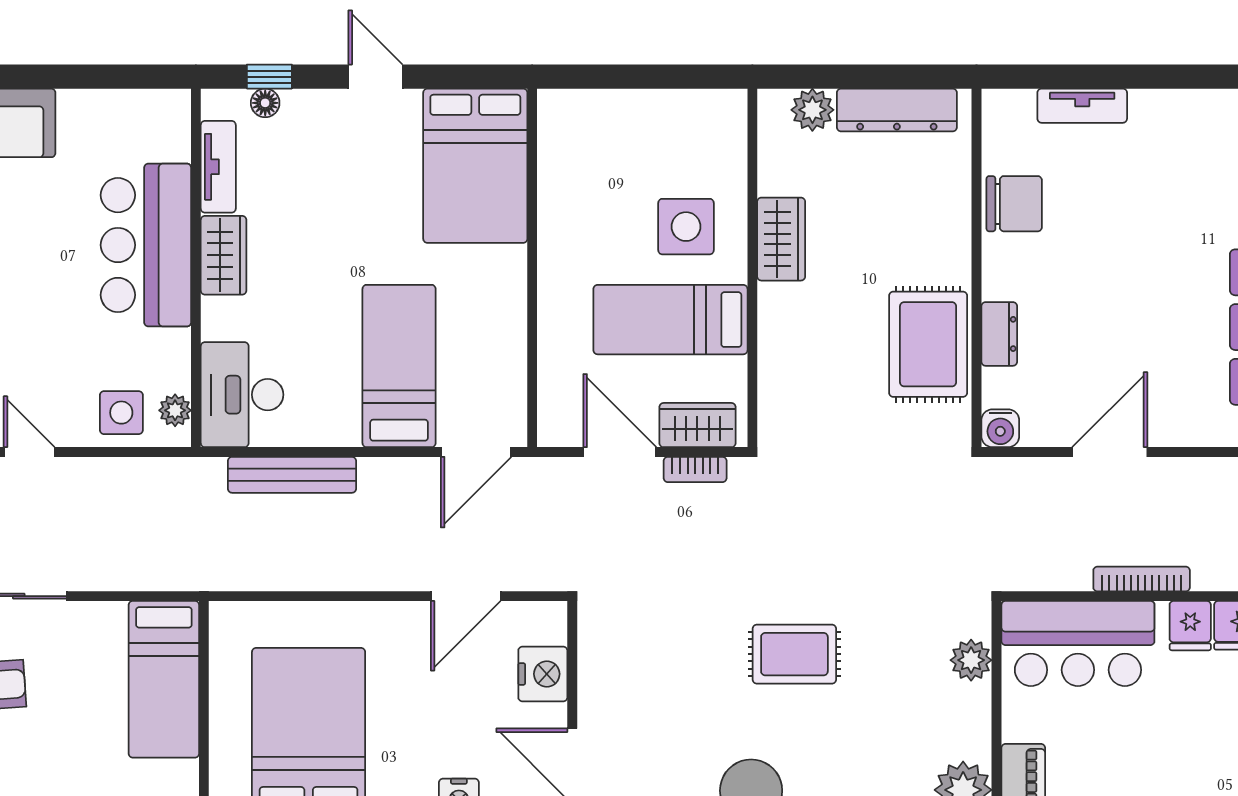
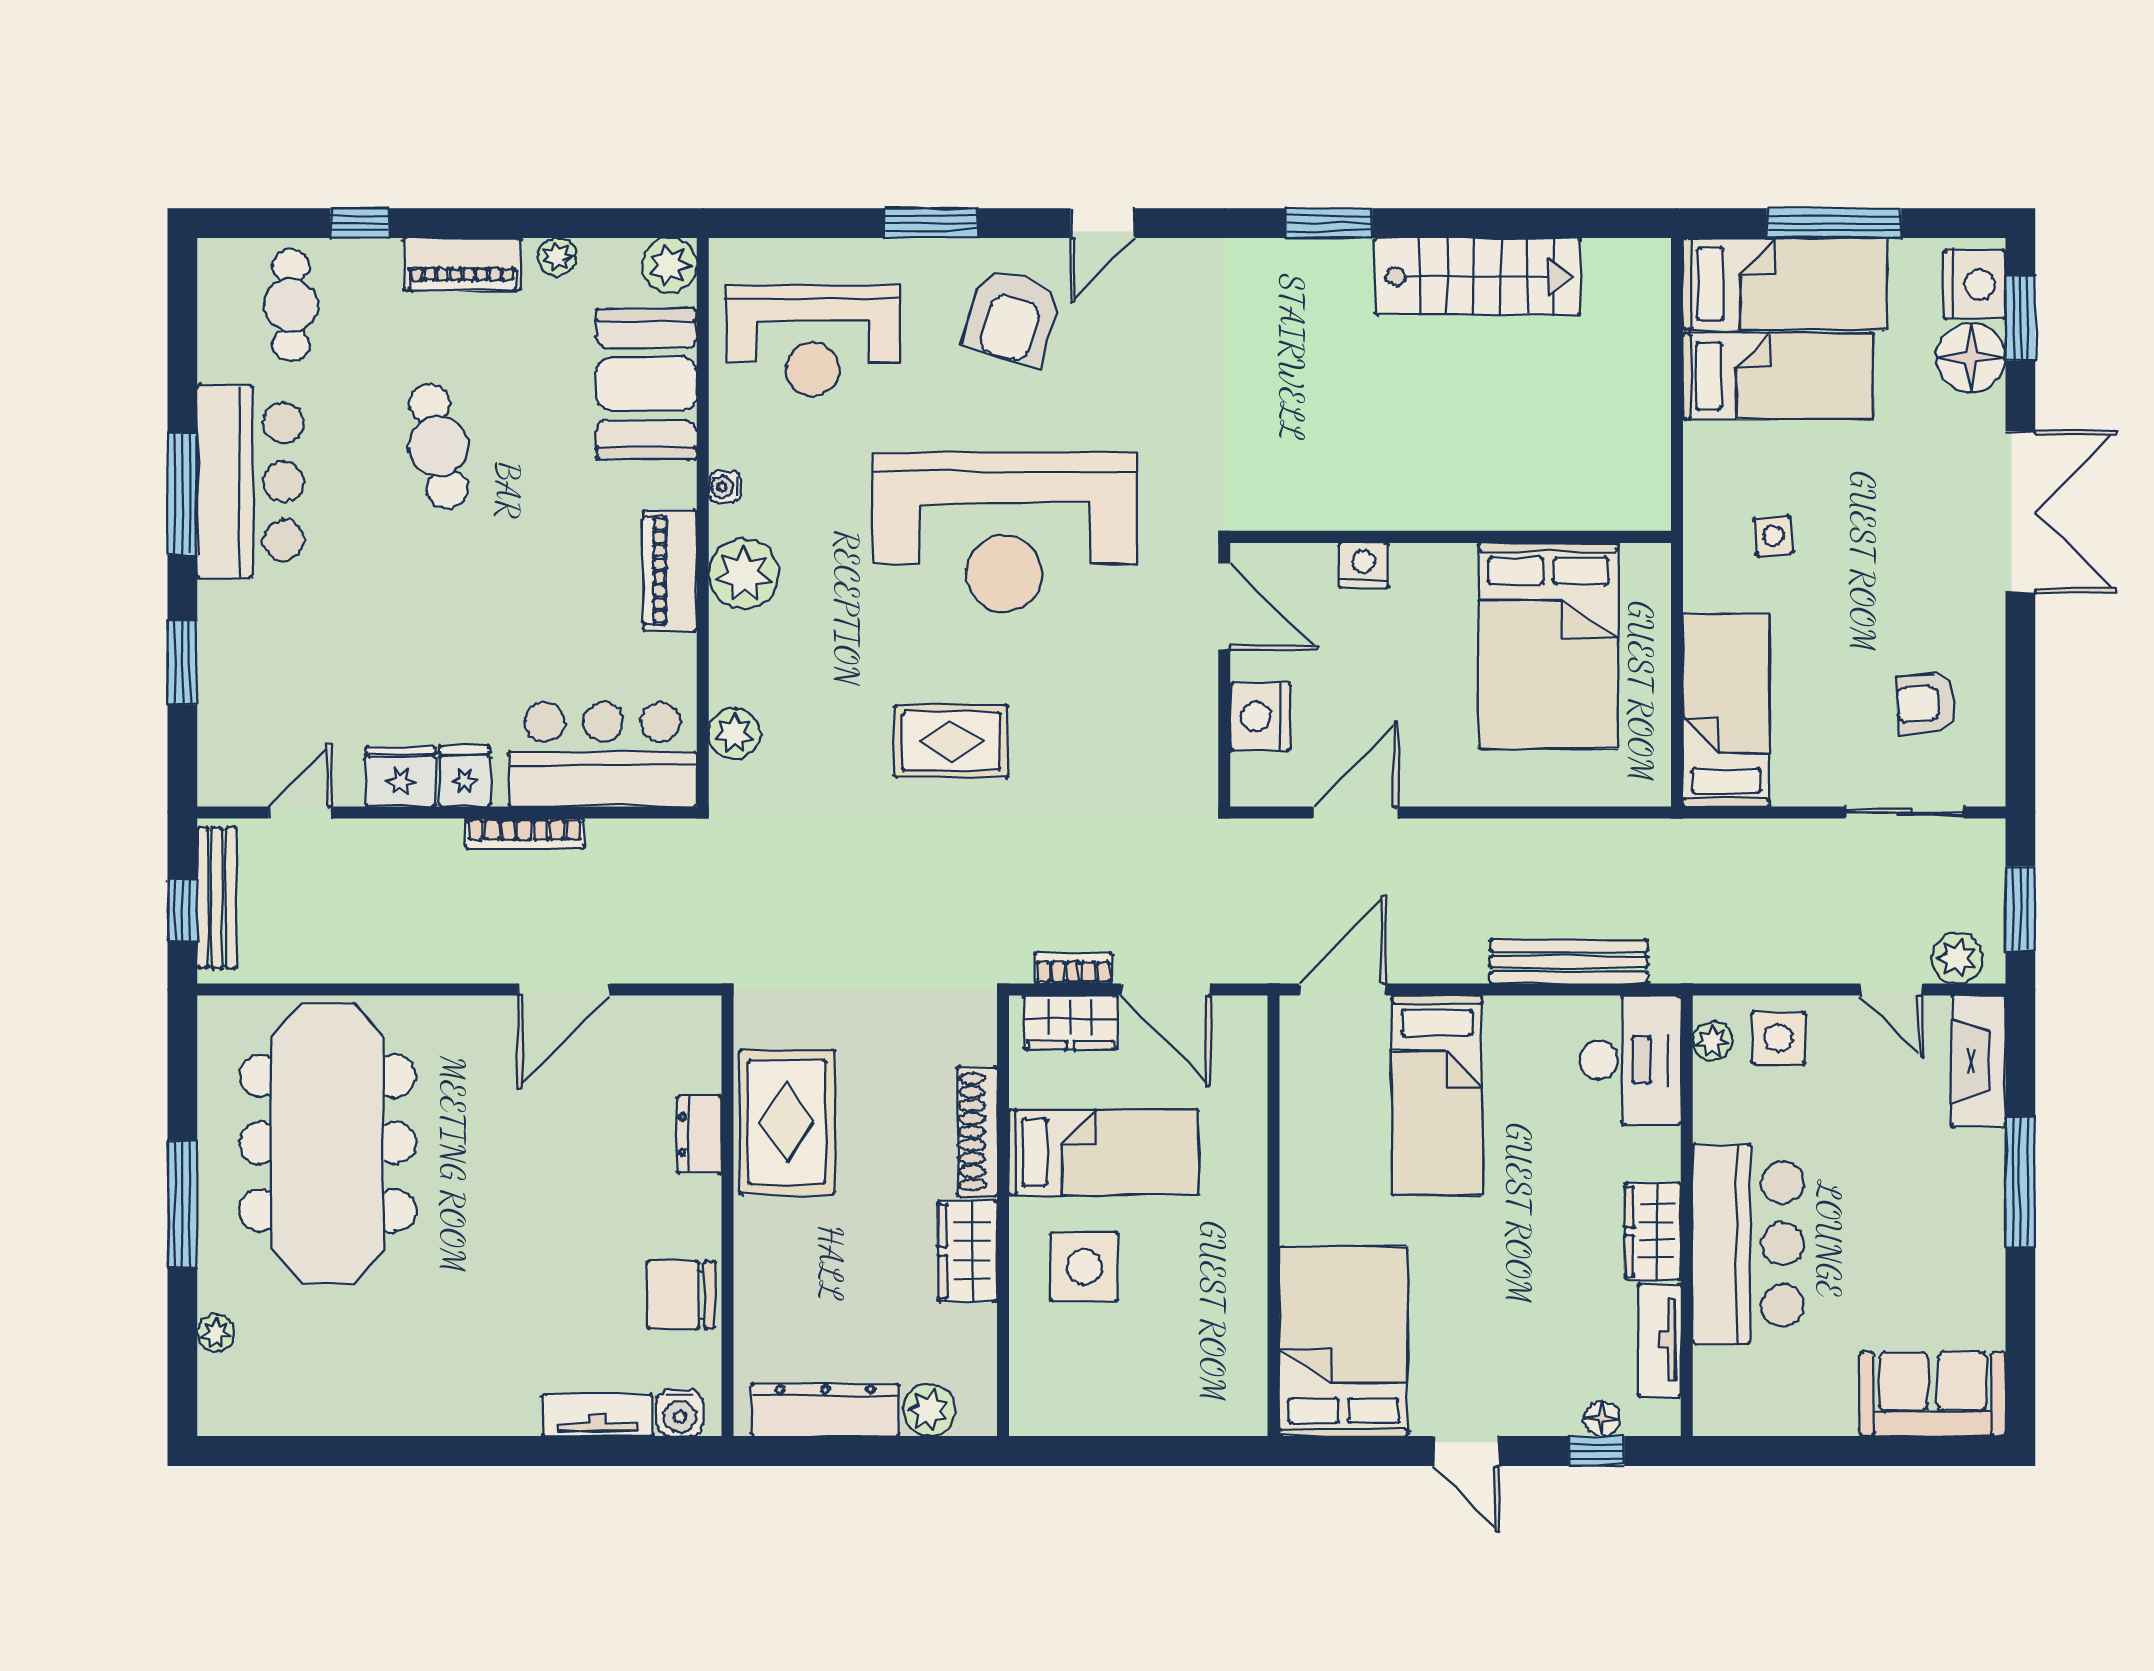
shoe rack: (773, 336) -> (977, 1132), added
water cooler: (1000, 428) -> (680, 1413), moved, turned 180

